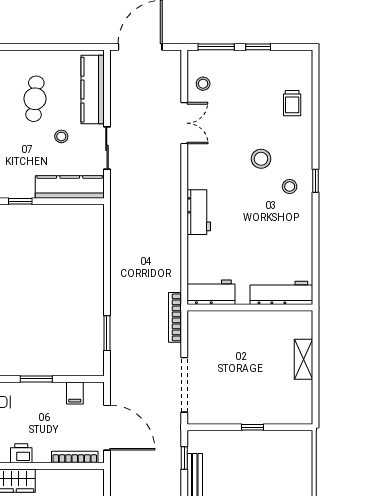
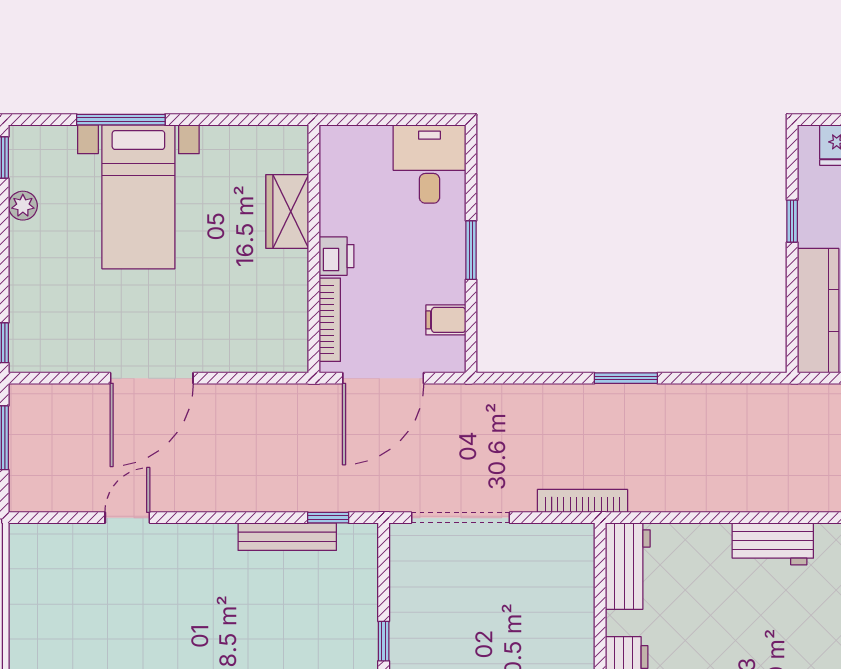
window: (107, 333) -> (626, 378), moved
printer: (21, 453) -> (337, 256), moved

